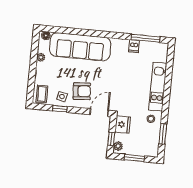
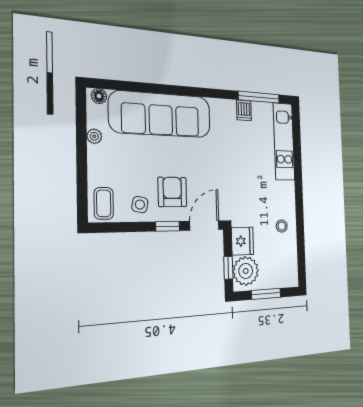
kitchen unit: (158, 87) -> (284, 142), moved
armchair: (82, 91) -> (172, 192), turned -86
window: (60, 109) -> (168, 226), moved
window: (163, 134) -> (301, 248), removed
plant: (118, 146) -> (246, 271), width x1.88, depth x1.88

